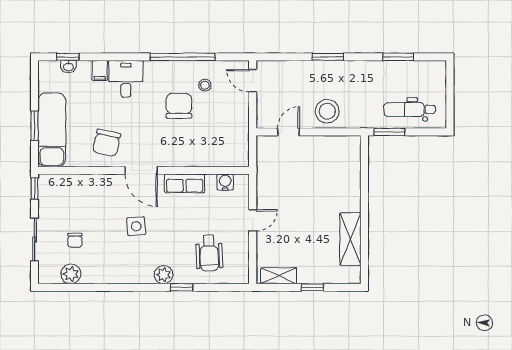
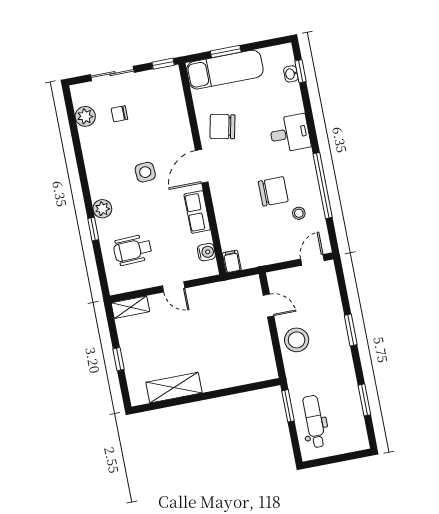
filing cabinet: (100, 71) -> (232, 261), moved, turned 90
shelving: (279, 276) -> (130, 307), moved, turned 90

